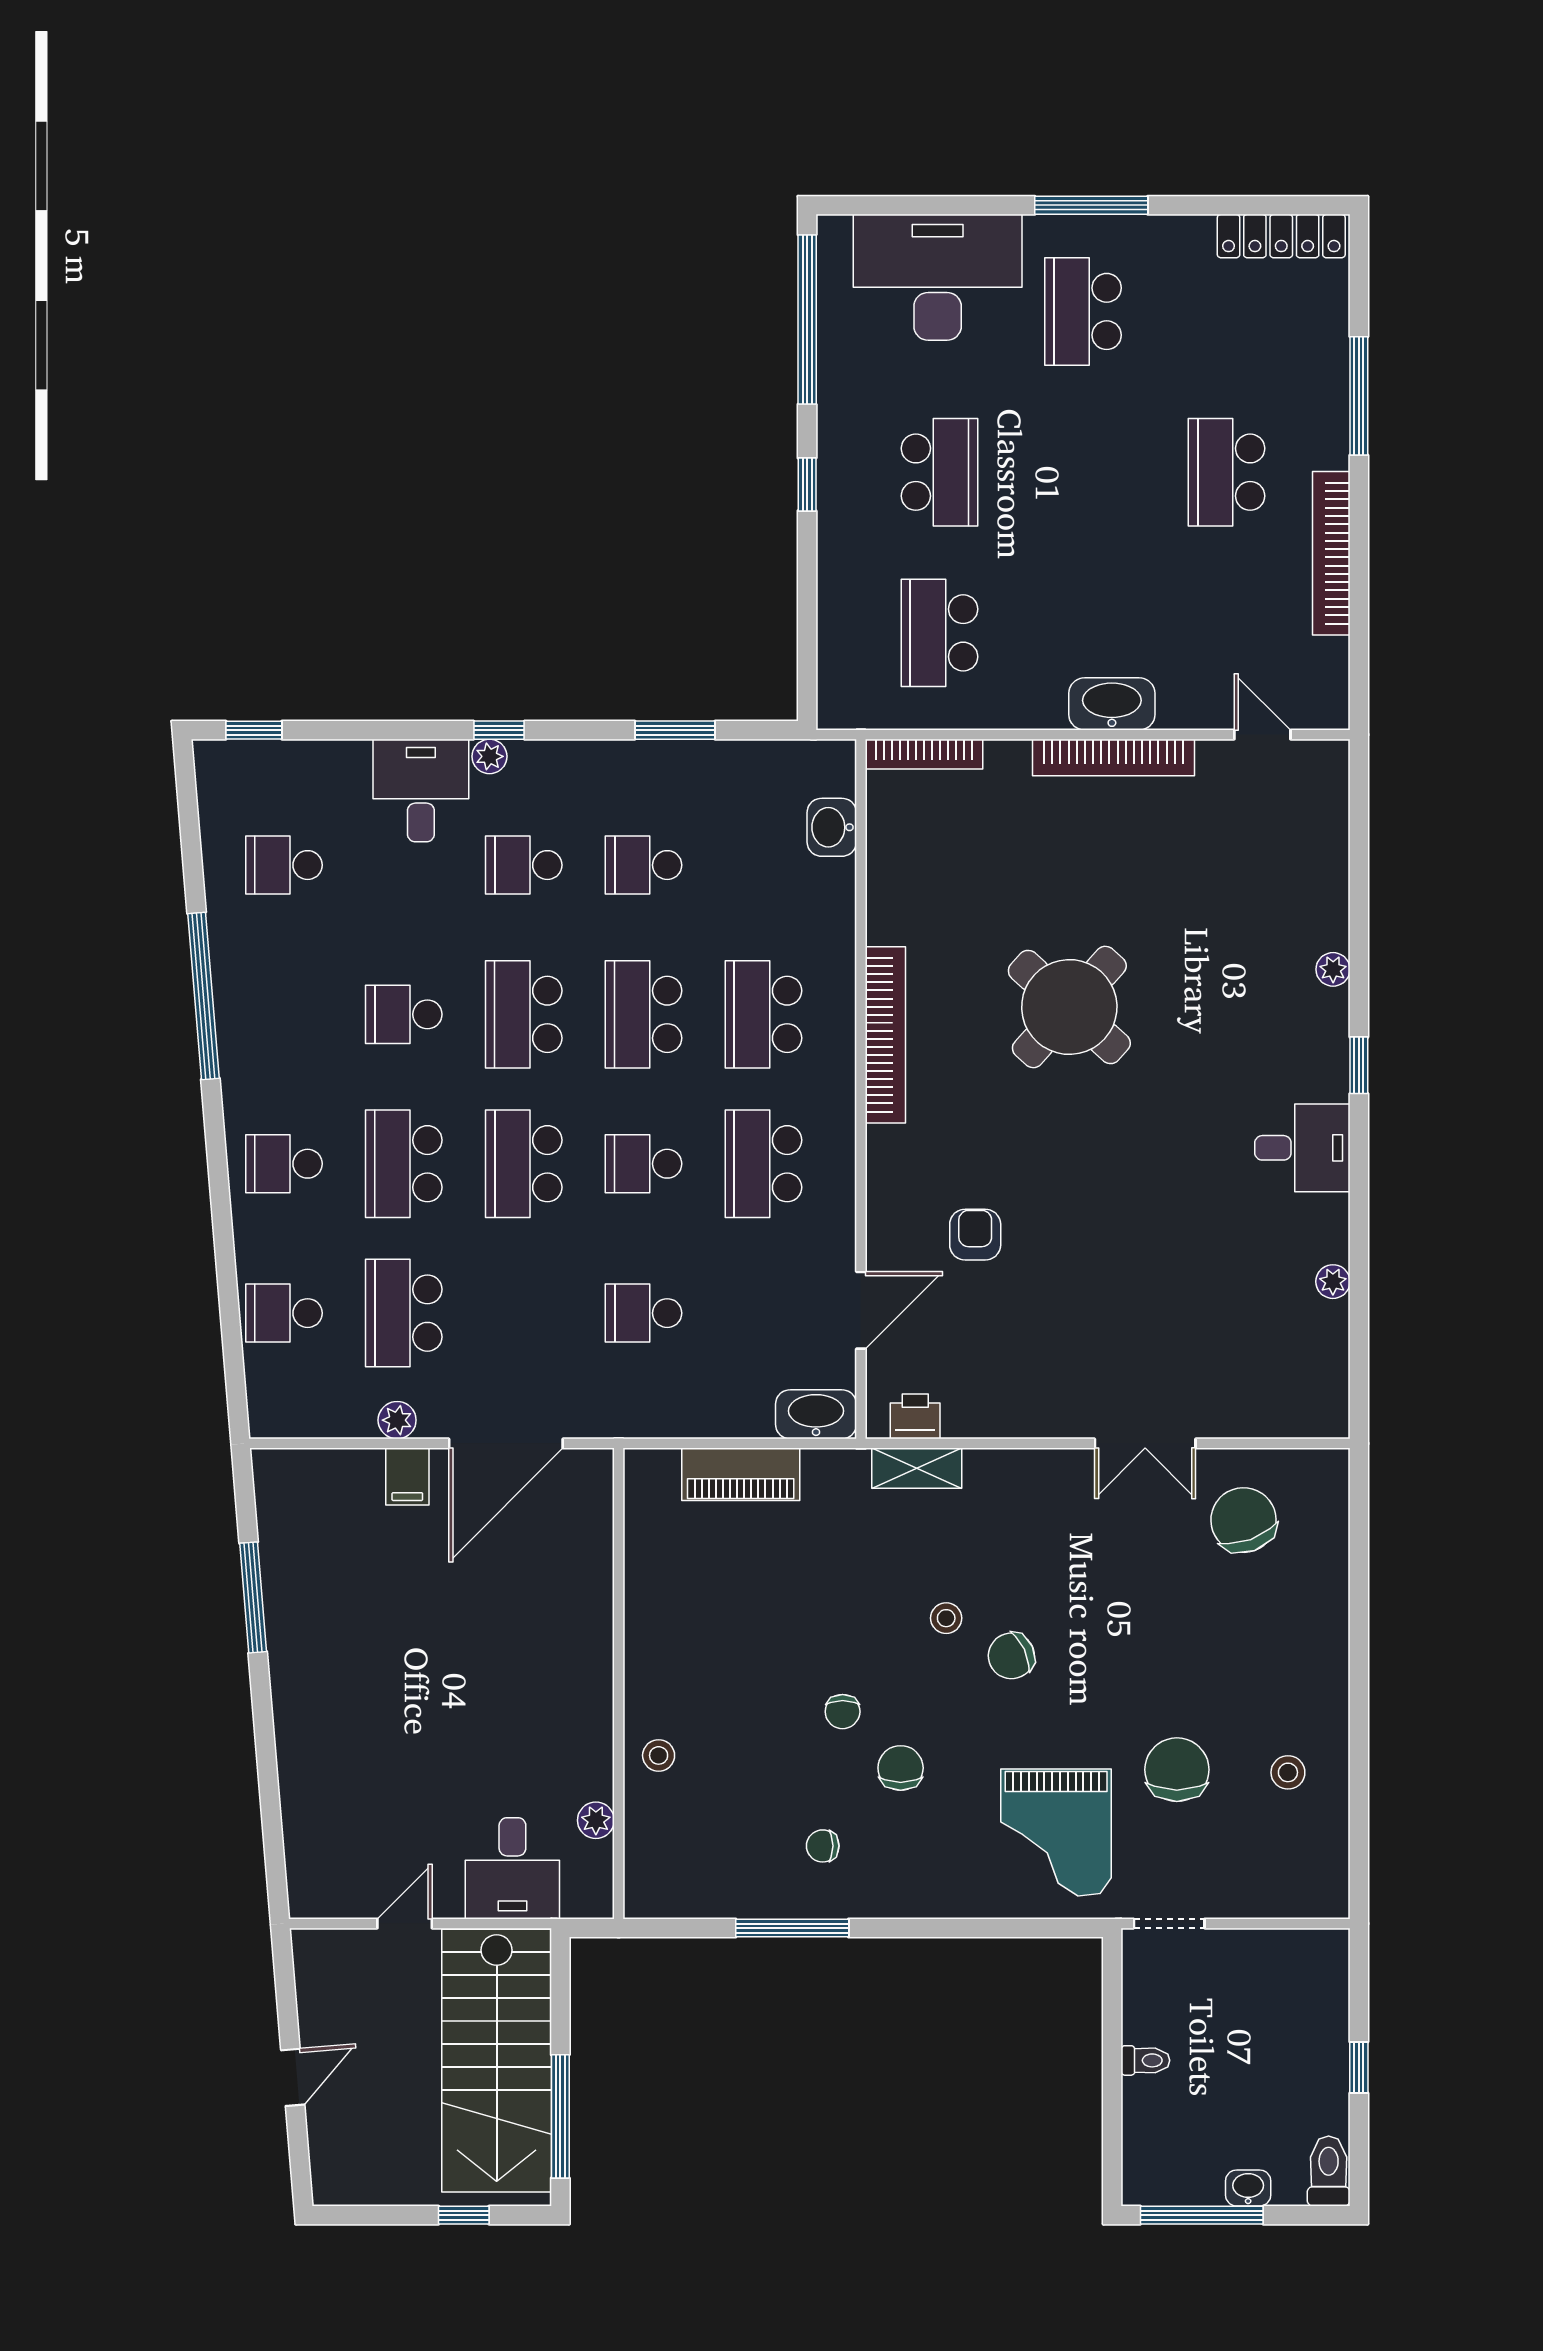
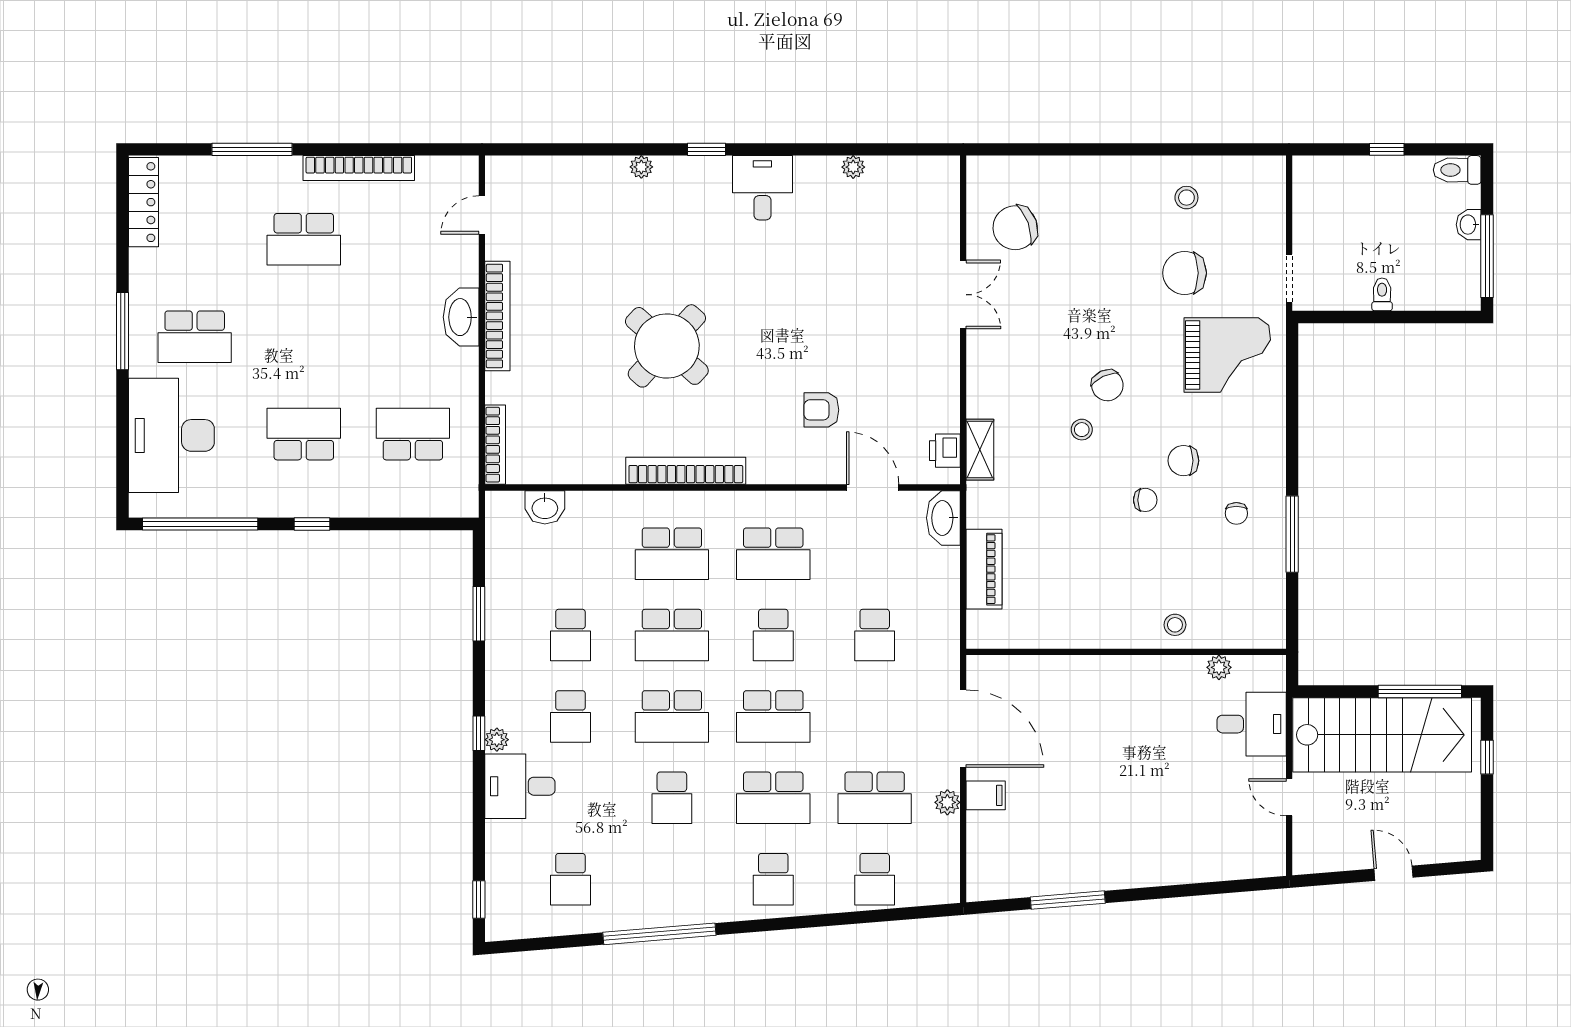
school desk: (939, 633) -> (413, 434), turned 180

